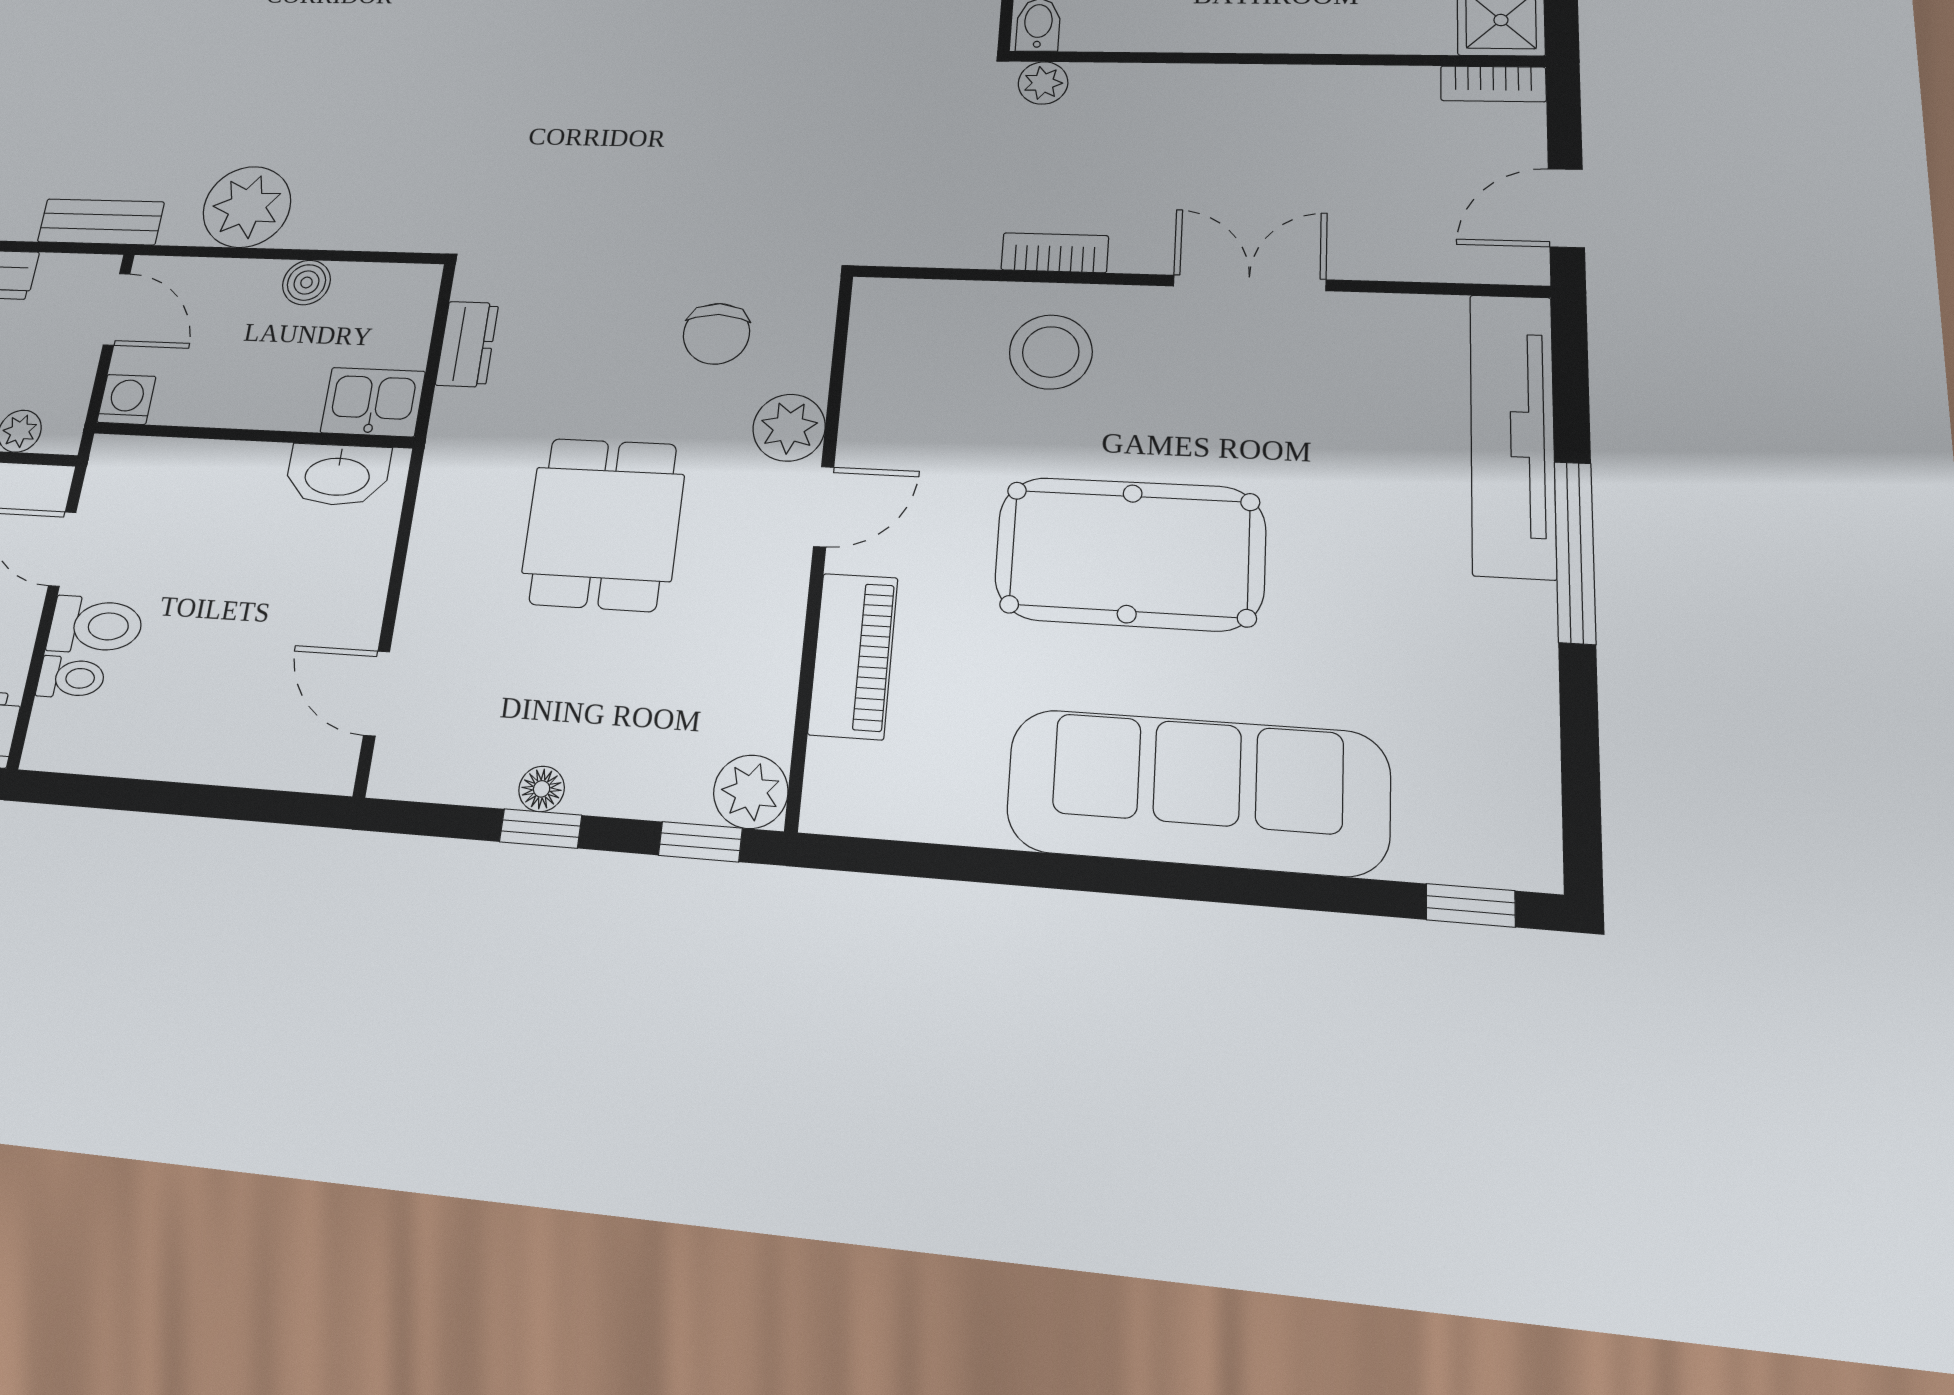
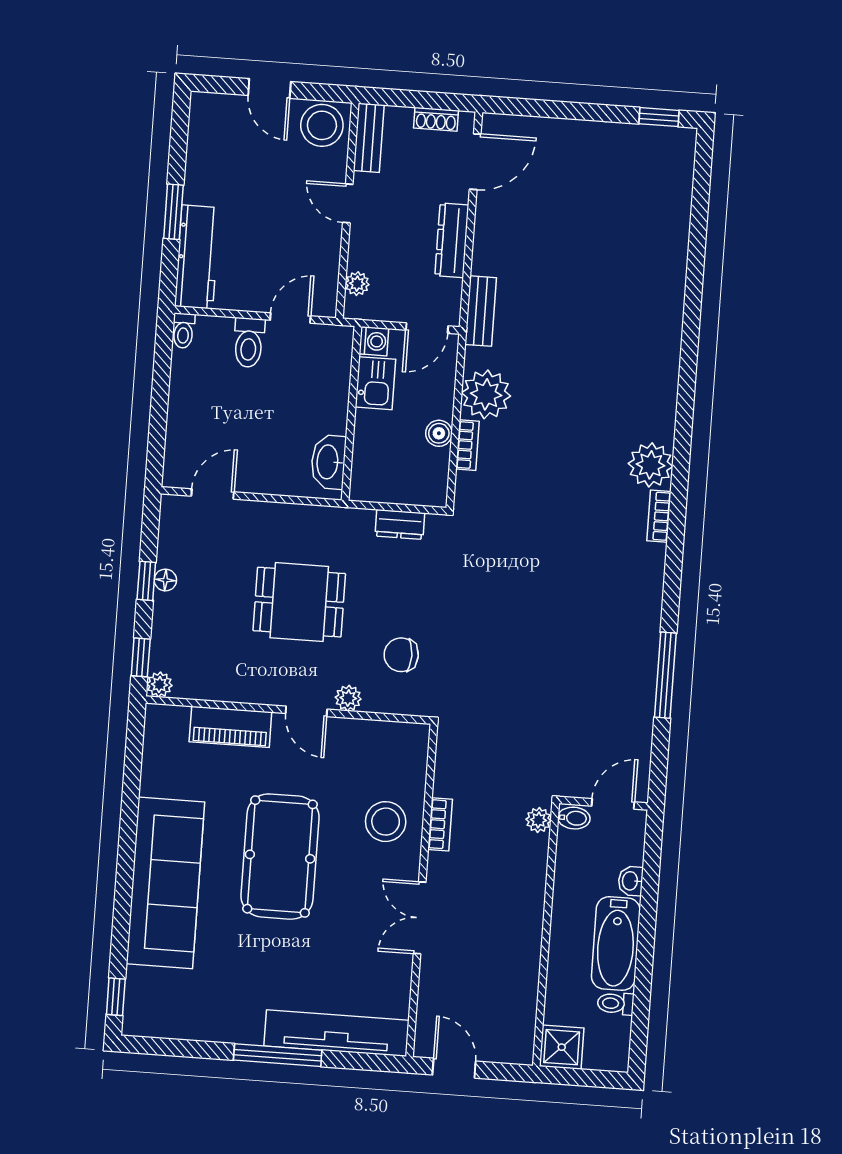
bookcase: (1493, 84) -> (468, 445), moved, turned 180
double door: (1249, 283) -> (420, 918), swing flipped
kitchen sink: (373, 402) -> (375, 383), moved
plant: (789, 428) -> (348, 698), width x0.73, depth x0.73
toilet: (71, 678) -> (183, 331), moved
plant: (751, 792) -> (159, 685), width x0.73, depth x0.73

